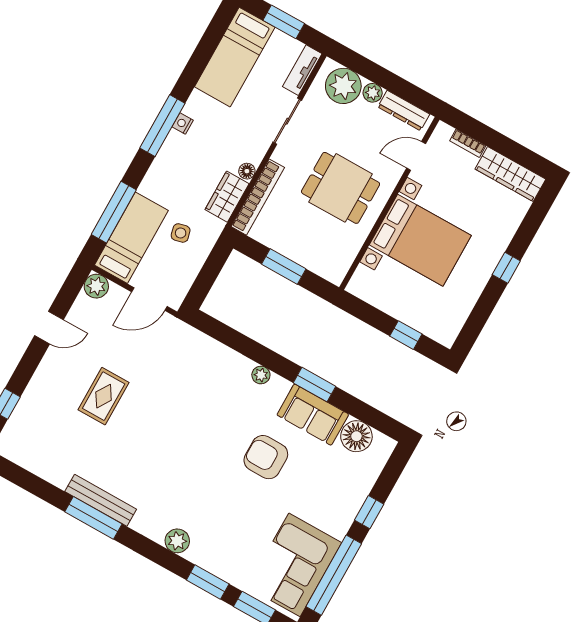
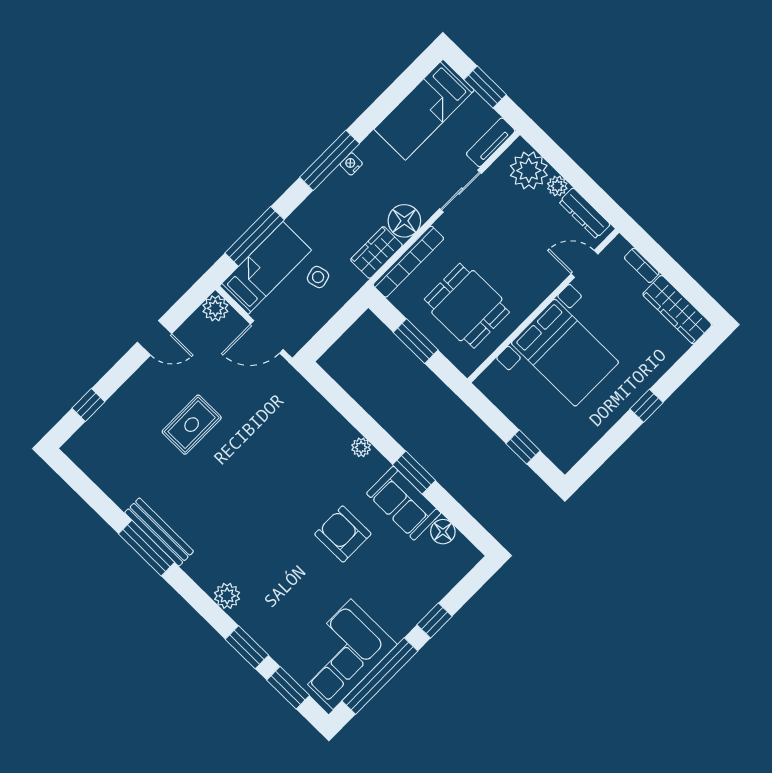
floor lamp: (247, 171) -> (404, 221), width x1.89, depth x1.89
dining table: (341, 188) -> (467, 306), moved
floor lamp: (356, 436) -> (443, 532), width x0.73, depth x0.73

